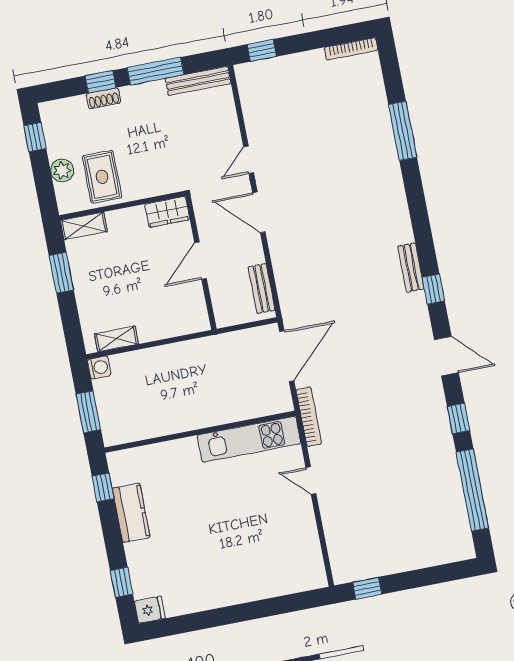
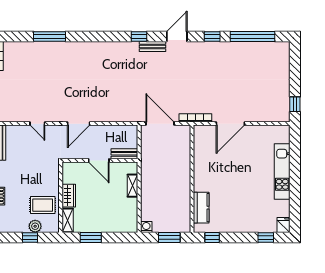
window: (35, 137) -> (30, 237), moved
door: (249, 160) -> (37, 124), moved
wardrobe: (167, 212) -> (69, 196), moved
bench: (411, 268) -> (152, 46), moved
bench: (262, 289) -> (124, 154), moved
shelving: (116, 339) -> (133, 186), moved
kitchen unit: (249, 439) -> (282, 171), moved, turned 180
door: (311, 480) -> (230, 124), width x1.88
kitchen counter: (131, 513) -> (201, 208), moved, turned 90

